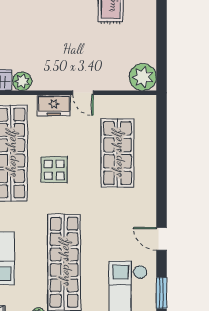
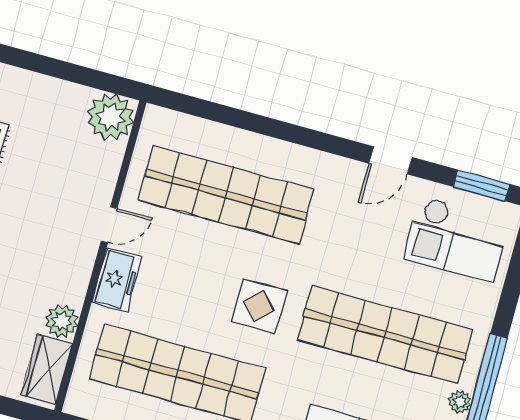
shop shelf: (117, 153) -> (226, 195), width x1.40
display table: (54, 170) -> (259, 306), moved

